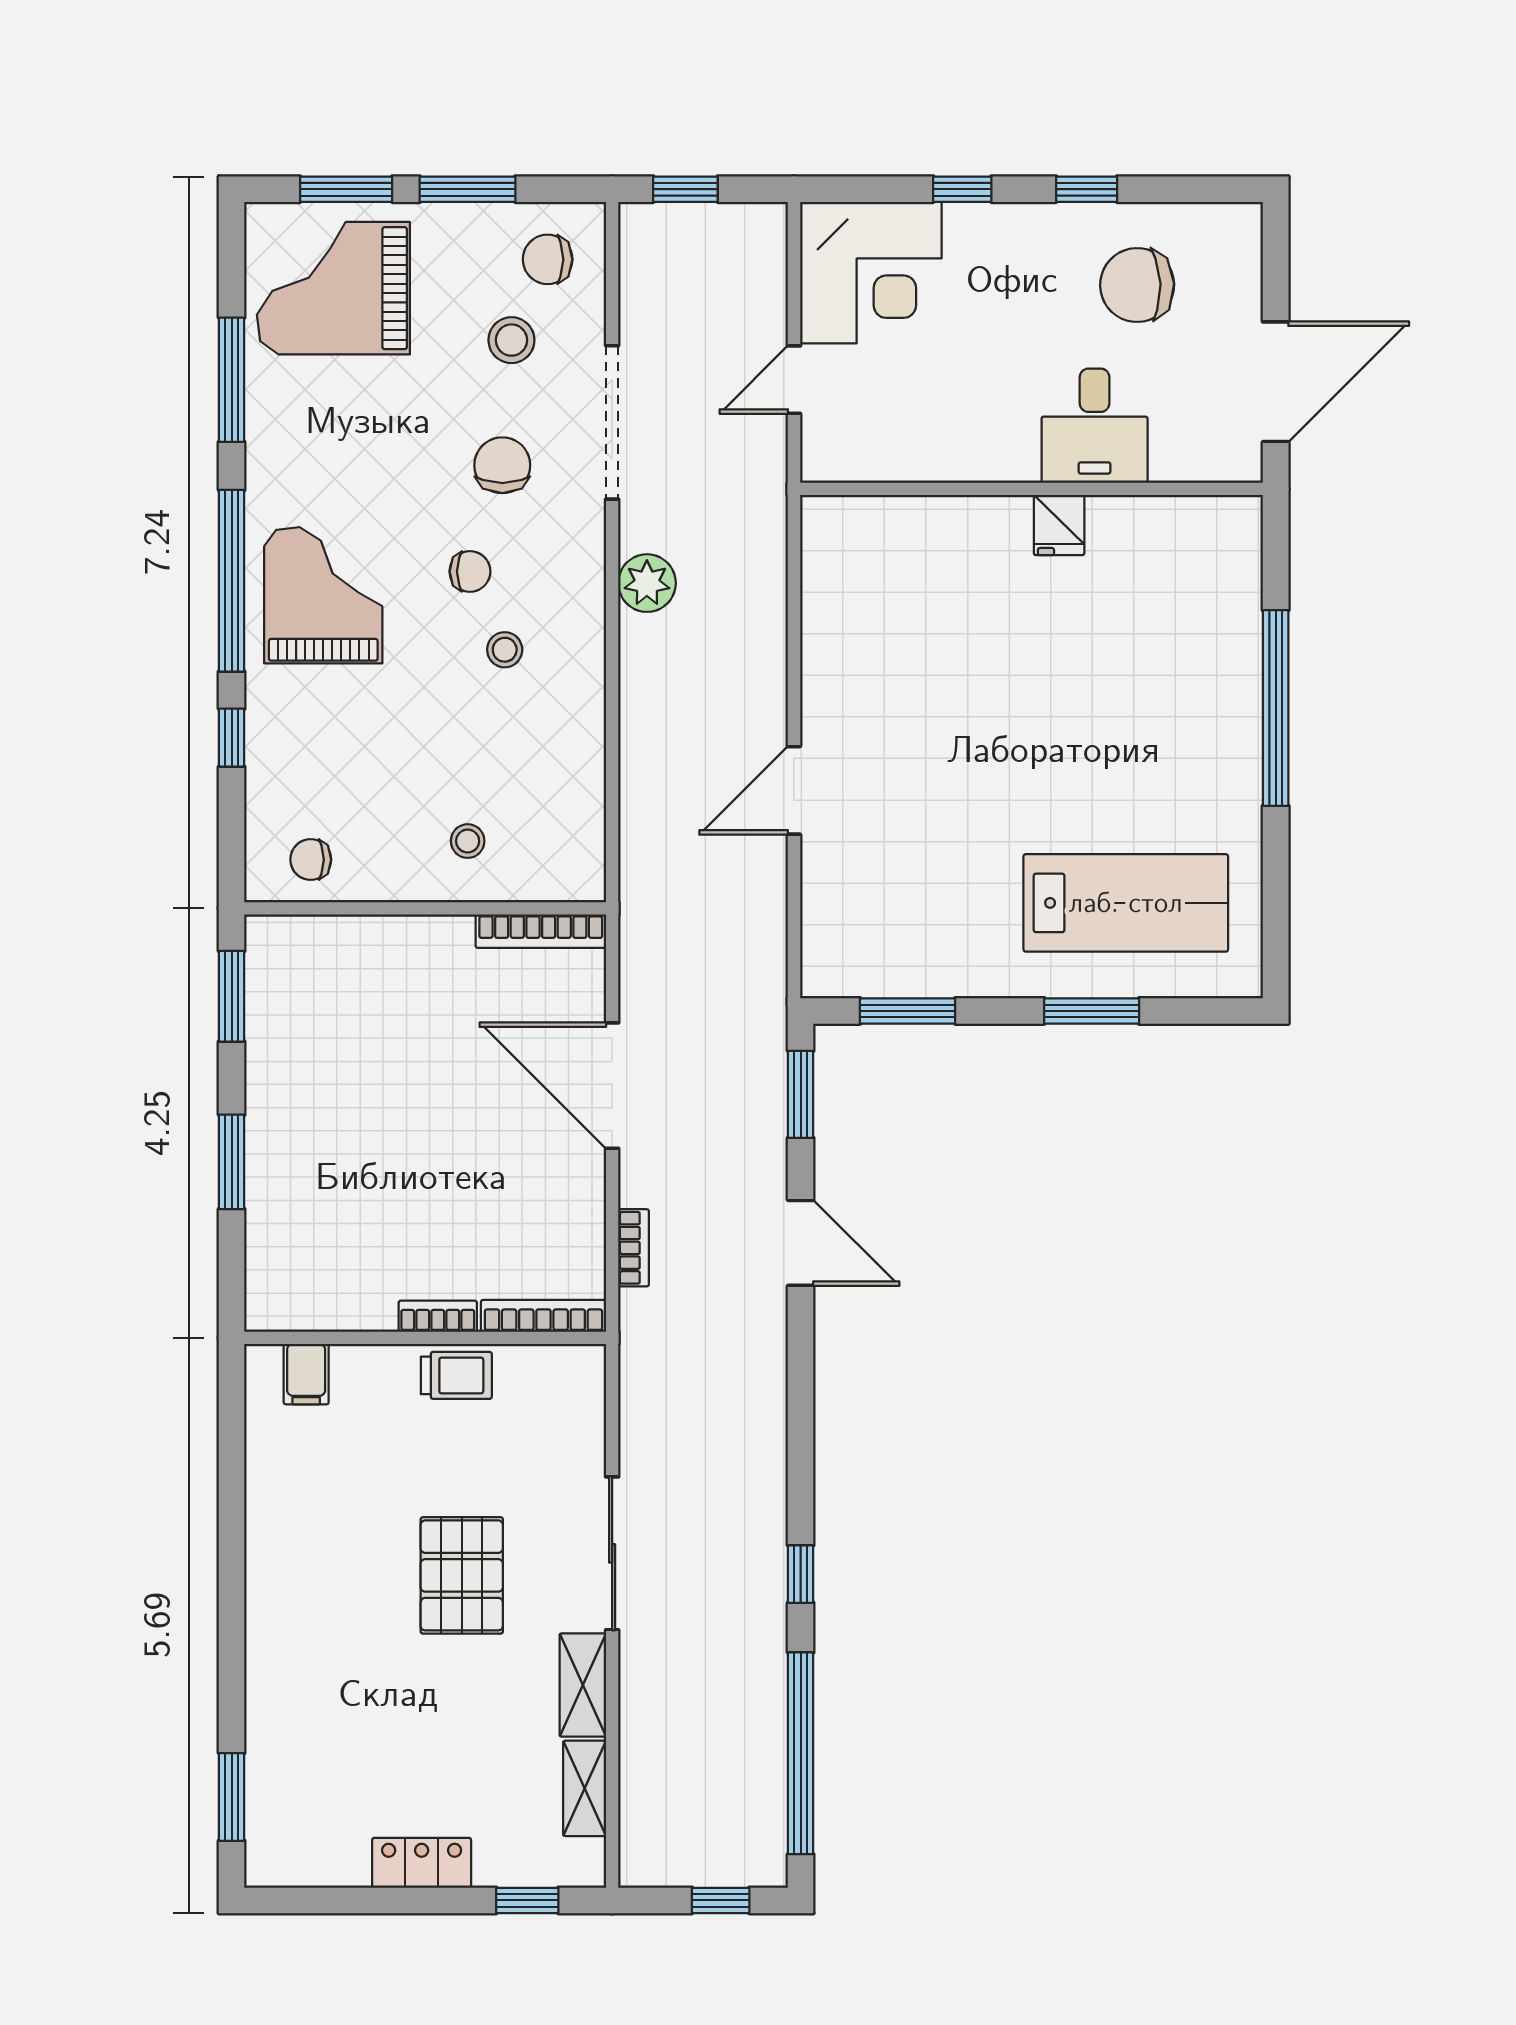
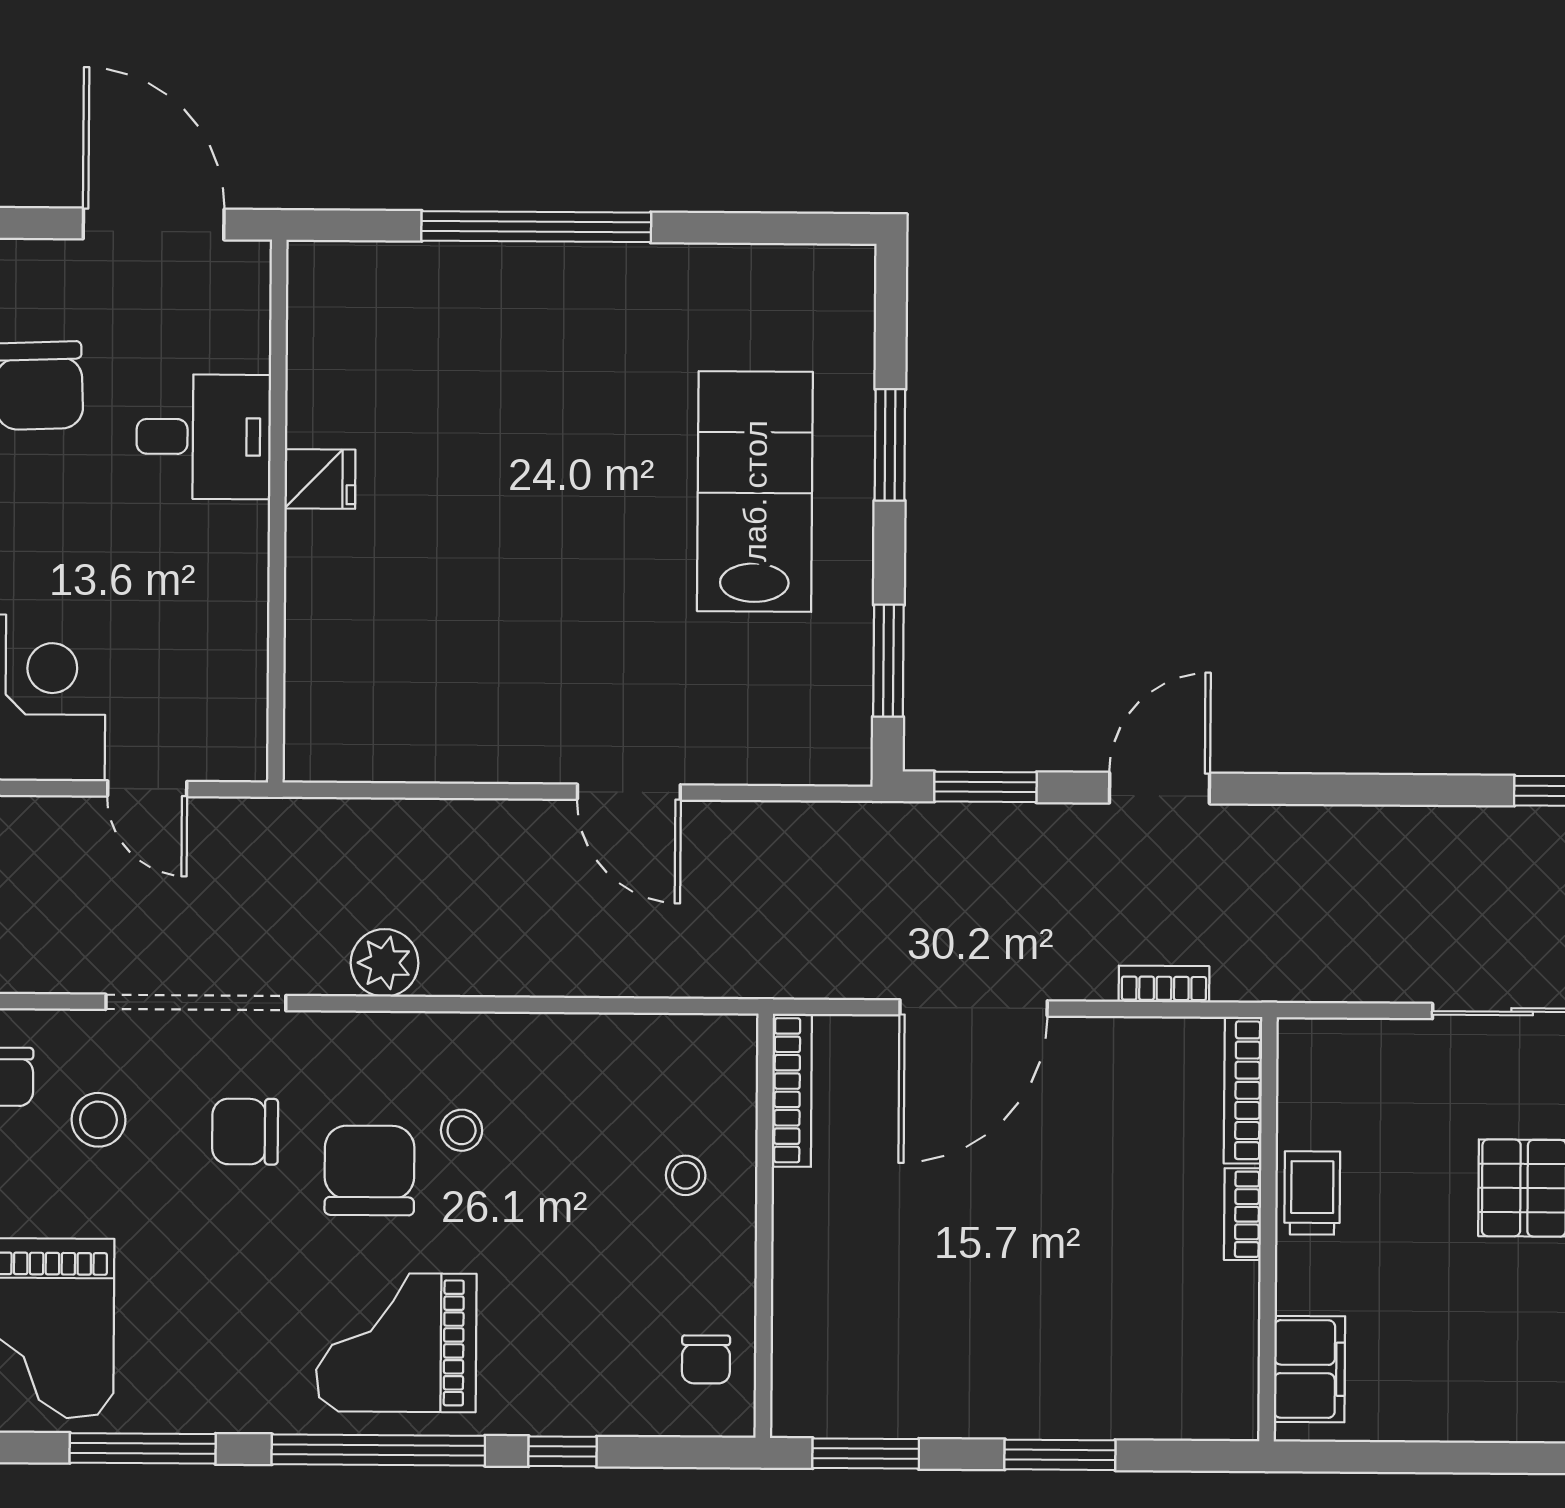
chair: (470, 571) -> (369, 1170), width x1.87, depth x1.87
lab bench: (1126, 903) -> (755, 491), moved
filing cabinet: (306, 1374) -> (1309, 1369), width x2.00

